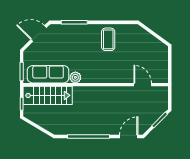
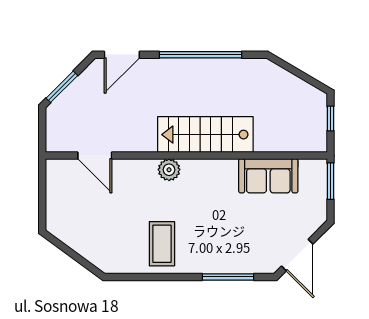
door: (39, 34) -> (297, 255), hinge flipped
sofa: (48, 74) -> (268, 176), width x0.73
plant: (75, 77) -> (169, 170), moved
stairs: (48, 95) -> (205, 135), moved

